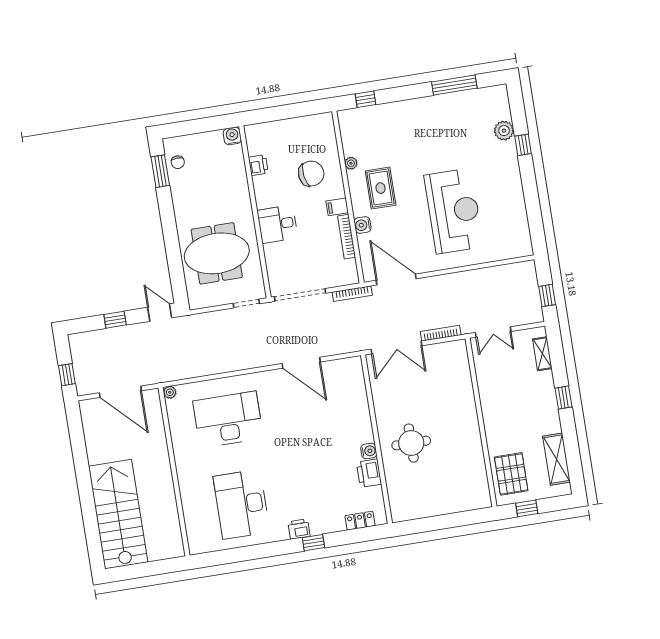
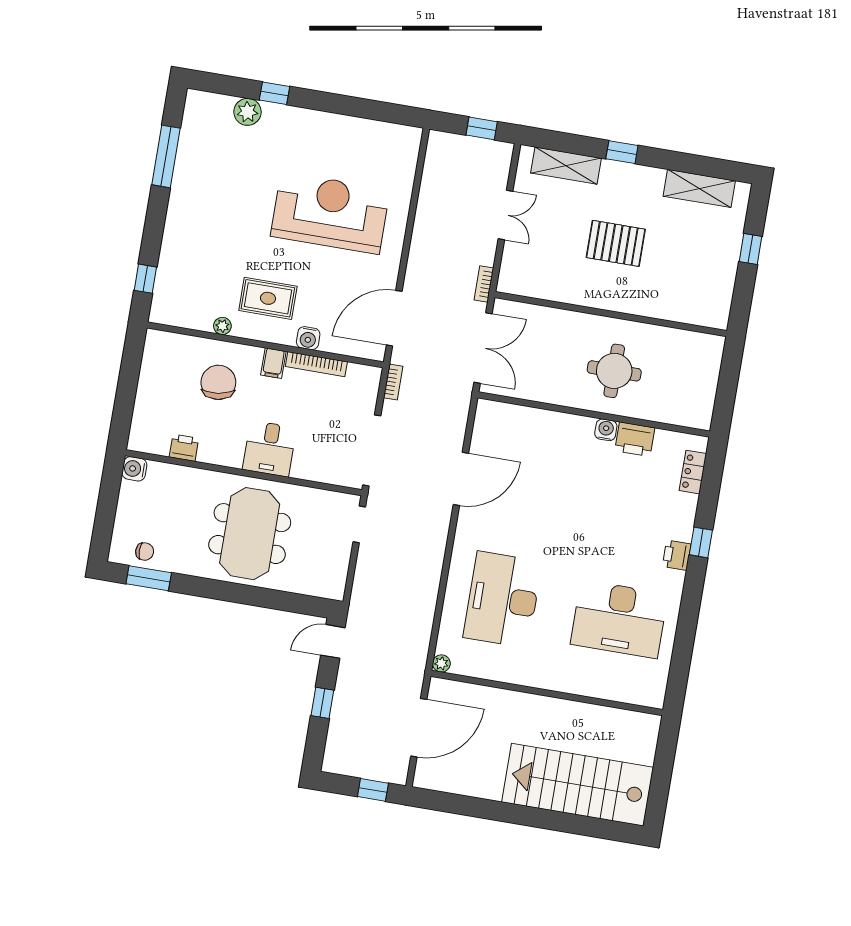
meeting table: (217, 253) -> (250, 534), moved
bookcase: (352, 294) -> (393, 382), width x0.64
bookcase: (441, 333) -> (484, 284), width x0.64
shelving: (542, 354) -> (566, 166), width x1.50, depth x1.33
wall: (481, 422) -> (611, 314), moved
pallet: (511, 474) -> (616, 243), moved

